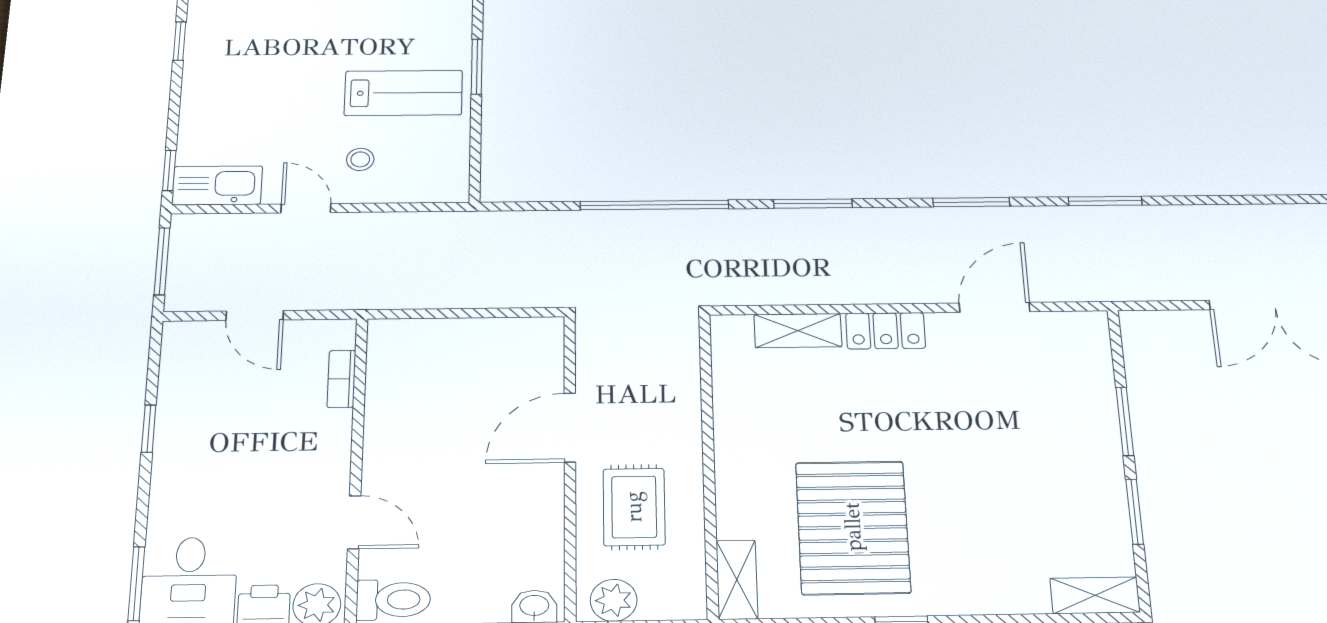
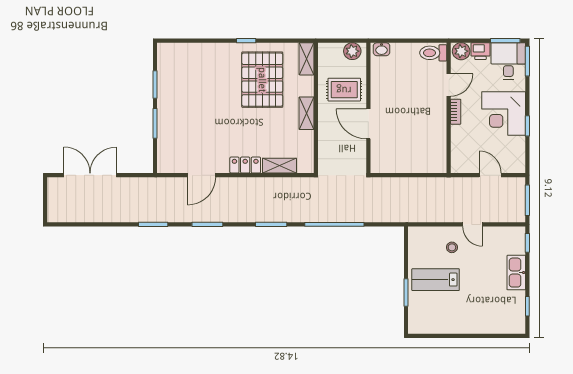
kitchen sink: (217, 185) -> (516, 273), moved, turned 90
bookcase: (341, 379) -> (456, 112), moved
door: (570, 428) -> (368, 124), swing flipped
corner desk: (210, 457) -> (504, 113), added
rug: (634, 507) -> (344, 90), turned 90
door: (354, 522) -> (449, 85), swing flipped
shelving: (1095, 595) -> (306, 113), moved, turned 90

